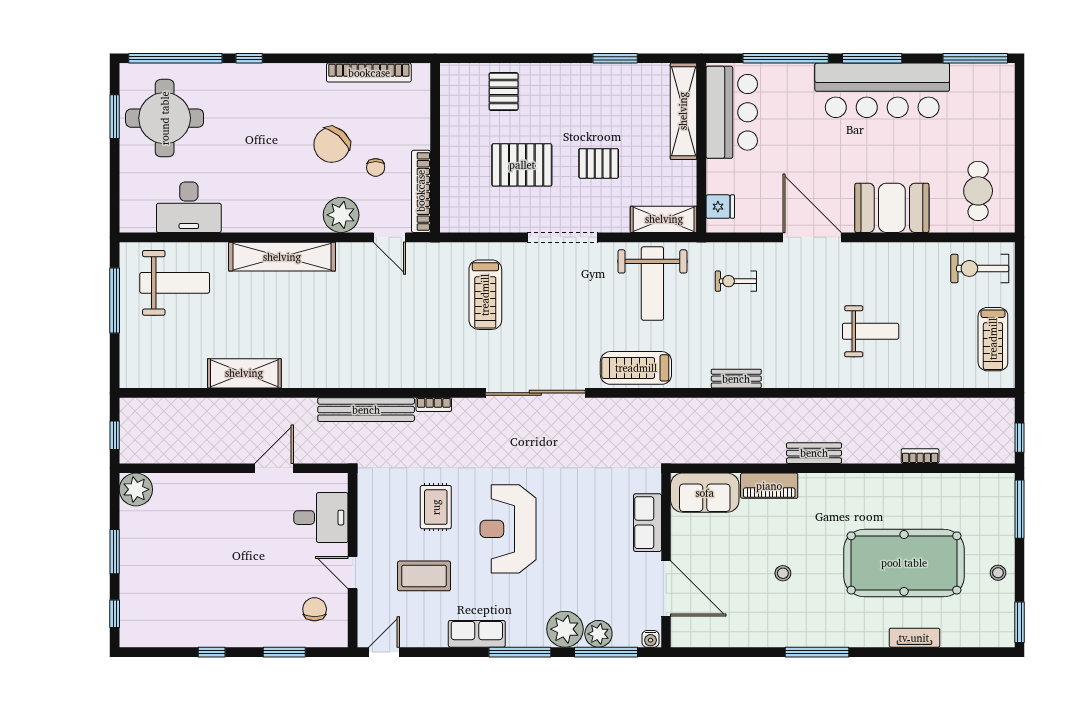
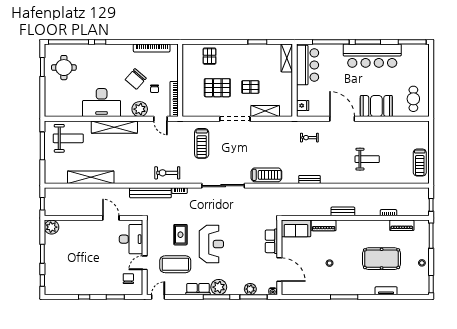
shelving: (683, 111) -> (287, 58), width x0.68
round table: (165, 118) -> (64, 68), width x0.73, depth x0.73
desk: (189, 207) -> (102, 103), moved, width x1.36, depth x1.30
shelving: (664, 219) -> (265, 111), moved
exercise bike: (980, 268) -> (167, 173), moved
weight bench: (652, 284) -> (273, 139), removed
treadmill: (636, 368) -> (266, 175), turned 180
shelving: (244, 373) -> (91, 177), width x1.47
door: (274, 468) -> (111, 218), hinge flipped
piano: (951, 485) -> (402, 225), added
desk: (321, 518) -> (131, 239), width x1.37
reception desk: (508, 529) -> (211, 244), turned 180
pool table: (904, 563) -> (382, 259), width x0.73, depth x0.76
door: (353, 573) -> (145, 263), hinge flipped
coffee table: (424, 576) -> (175, 264), width x1.36, depth x1.32
plant: (565, 629) -> (219, 287), moved

